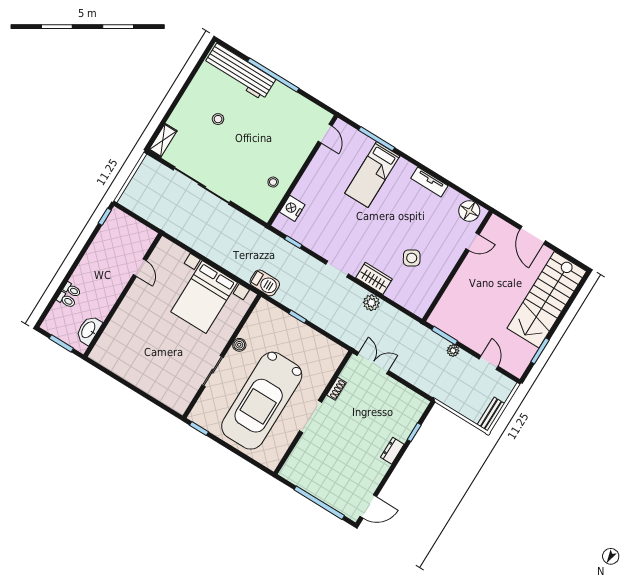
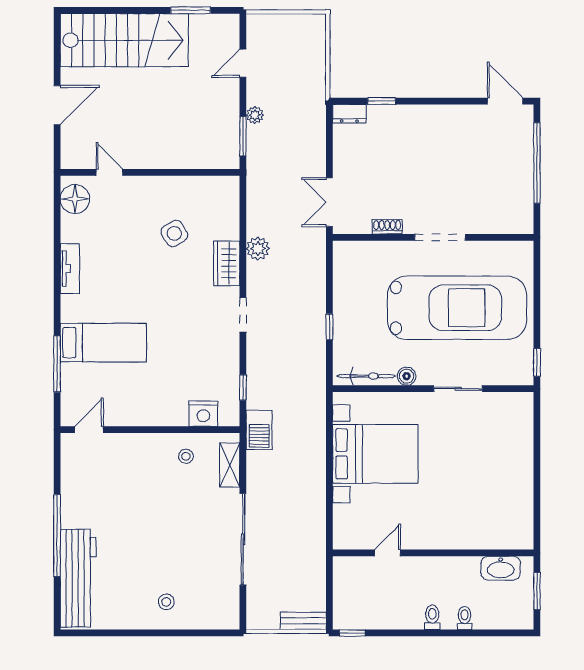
stool: (218, 119) -> (166, 602), moved
shelving: (163, 140) -> (230, 465), moved, turned 90
barbecue: (265, 283) -> (259, 430), moved, turned 180
toilet: (66, 300) -> (432, 617), moved
bicycle: (254, 321) -> (366, 376), added
bench: (491, 414) -> (303, 621), moved
dresser: (392, 451) -> (349, 114), moved

